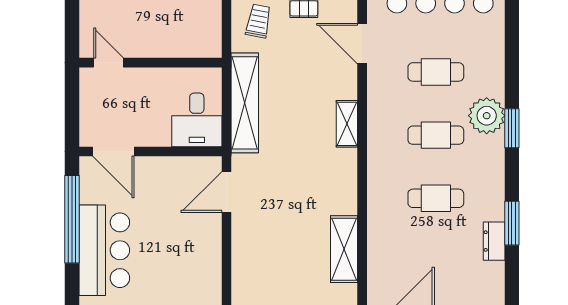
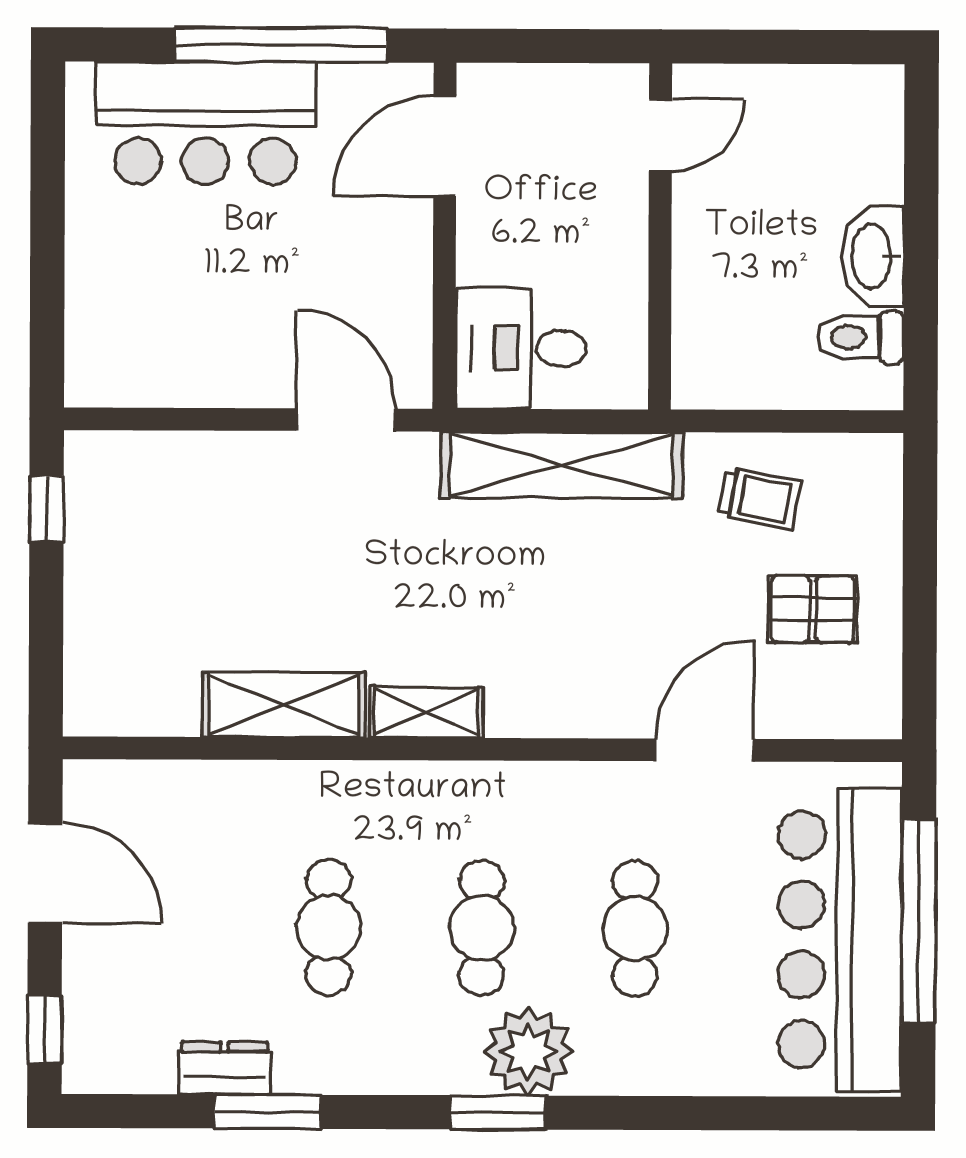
shelving: (347, 124) -> (426, 712), moved
shelving: (344, 249) -> (284, 705), moved

